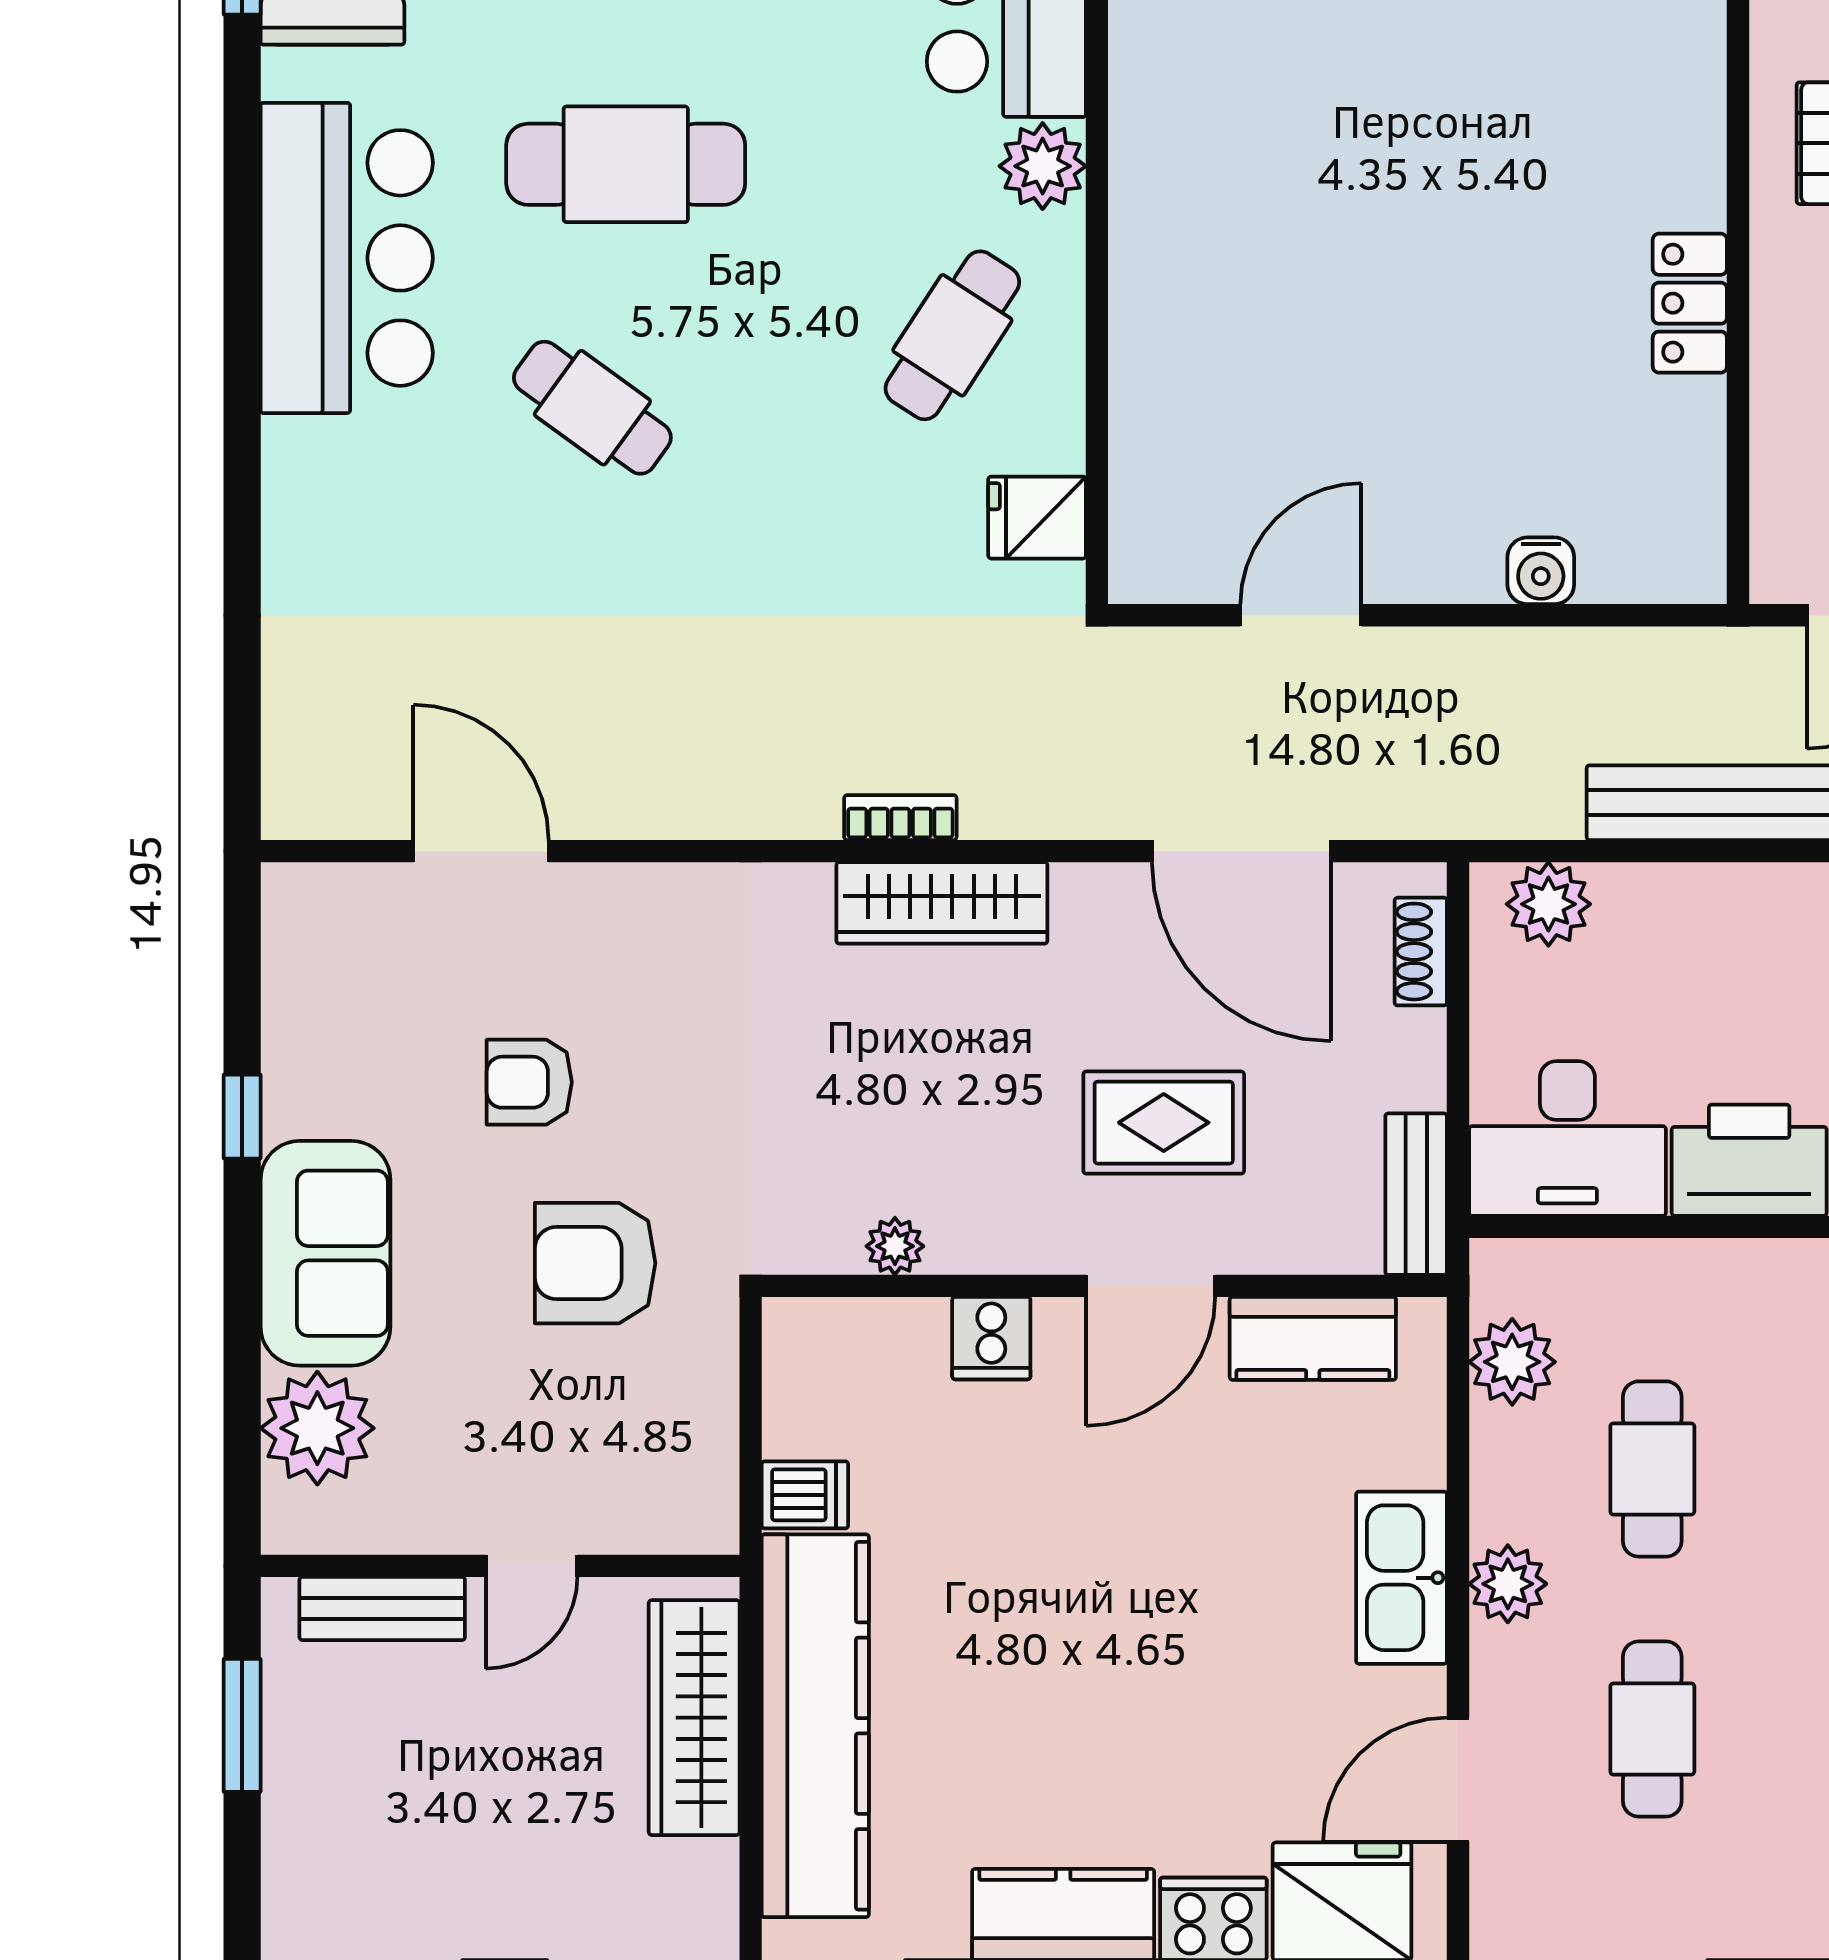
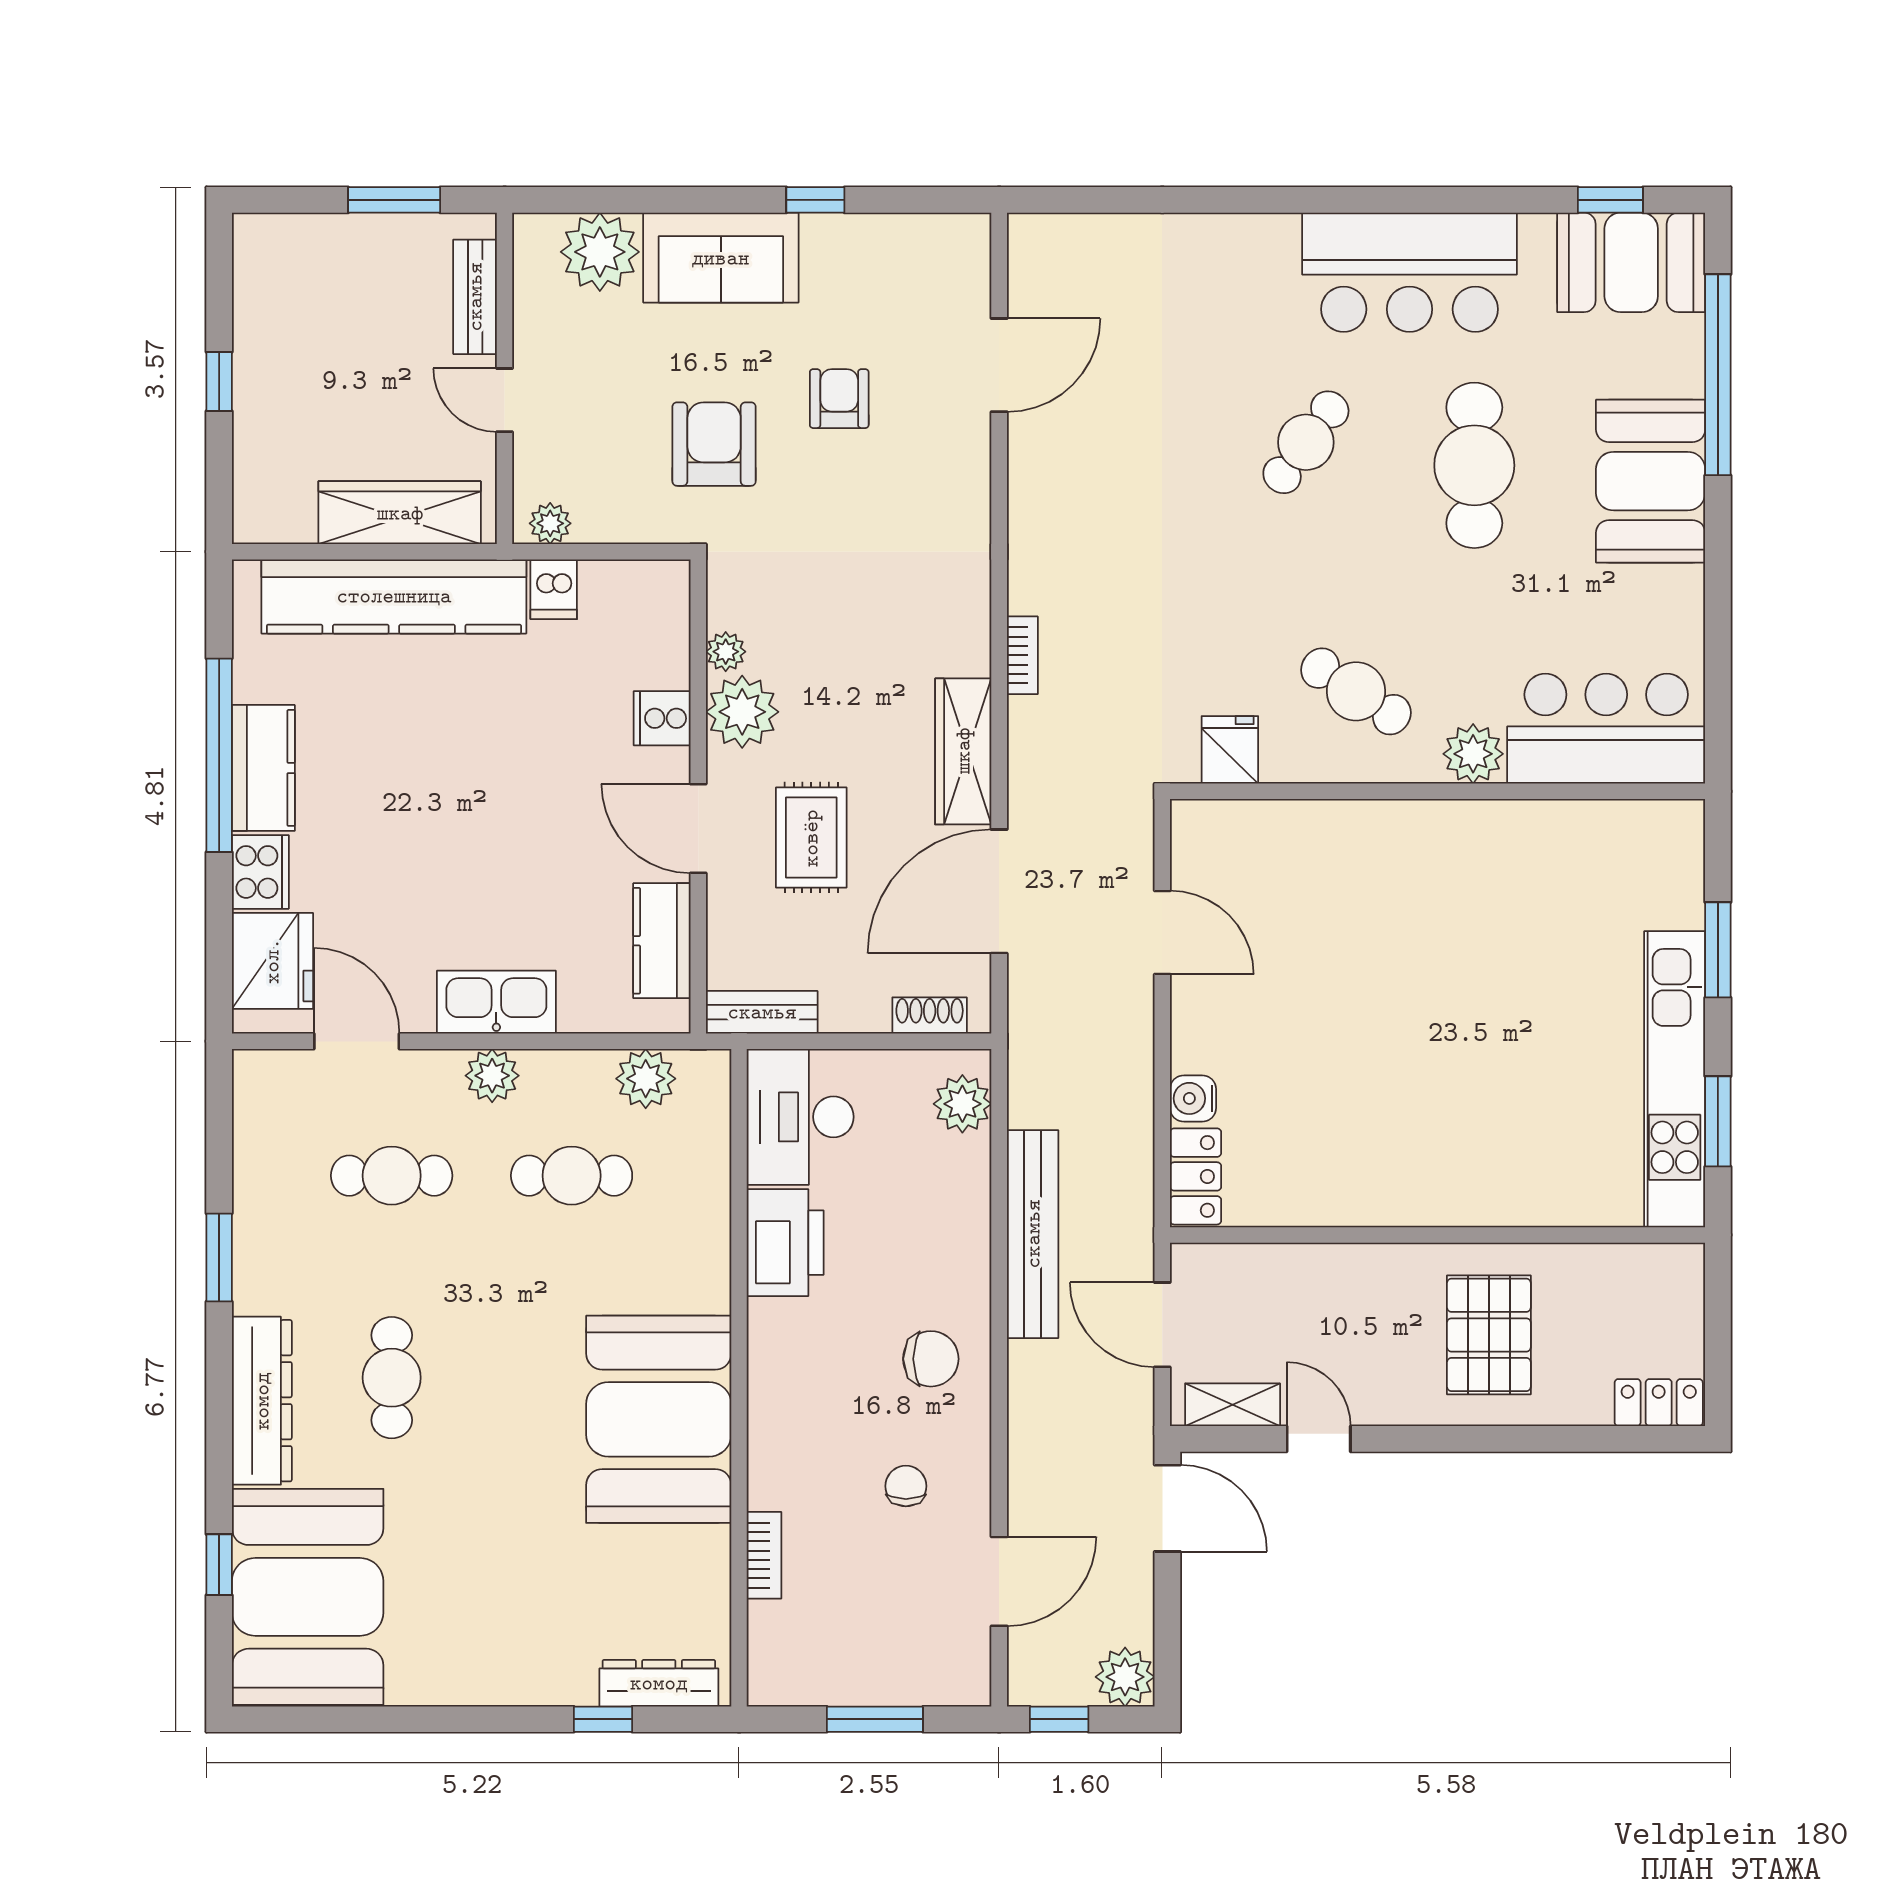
locker: (1690, 303) -> (1196, 1176), moved, turned 90
wardrobe: (942, 903) -> (963, 751), moved
plant: (982, 1222) -> (742, 712), added
plant: (710, 1500) -> (550, 523), added

